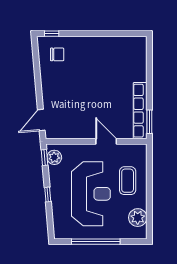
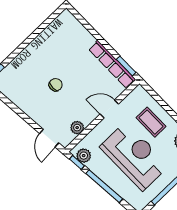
chair: (57, 54) -> (56, 85), moved
plant: (69, 132) -> (77, 128), added
window: (48, 195) -> (104, 186), width x3.17

